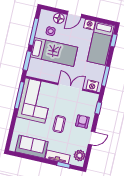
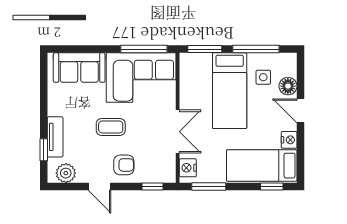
sofa: (32, 147) -> (79, 68), moved, turned 90

